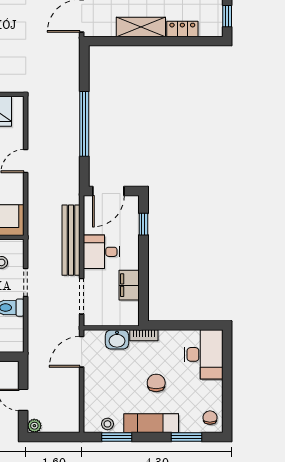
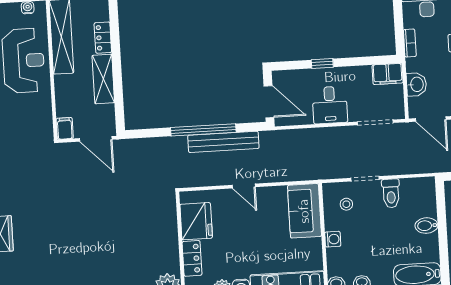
window: (143, 224) -> (322, 64), moved
bench: (71, 240) -> (223, 142), moved
filing cabinet: (129, 285) -> (388, 74), moved
bookcase: (144, 335) -> (410, 43), moved

